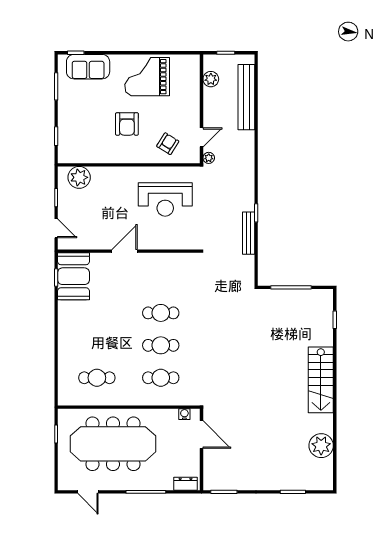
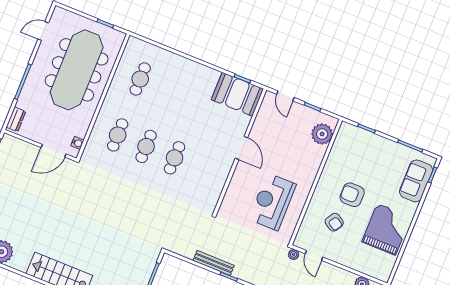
armchair: (168, 144) -> (334, 222), moved
door: (56, 228) -> (285, 96), hinge flipped

